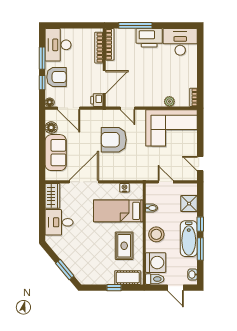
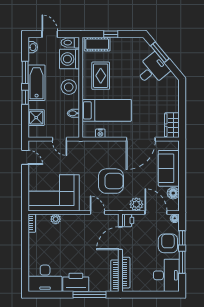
armchair: (56, 77) -> (168, 243), turned 90
plant: (88, 116) -> (136, 204), added
desk: (59, 222) -> (152, 70), moved, turned -40

